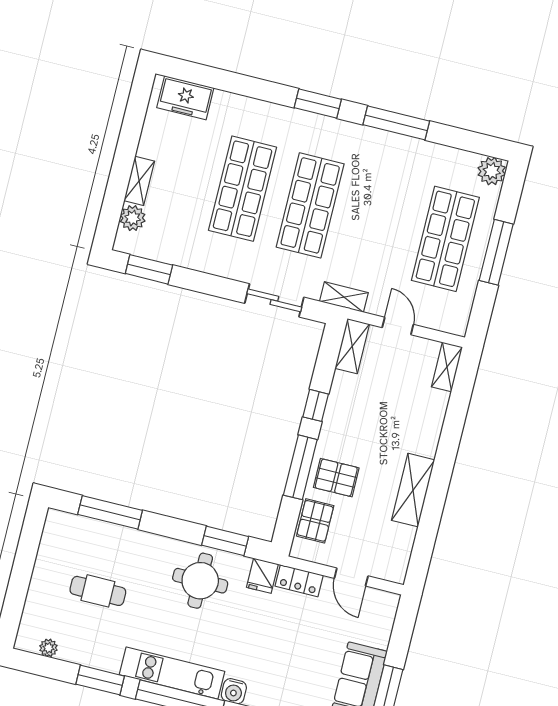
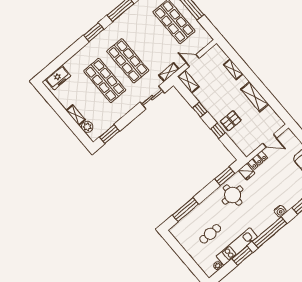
shelving: (447, 367) -> (233, 69), moved
window: (300, 467) -> (218, 131), width x0.46
pallet: (315, 521) -> (241, 139), removed
kitchen unit: (172, 673) -> (237, 247), moved

